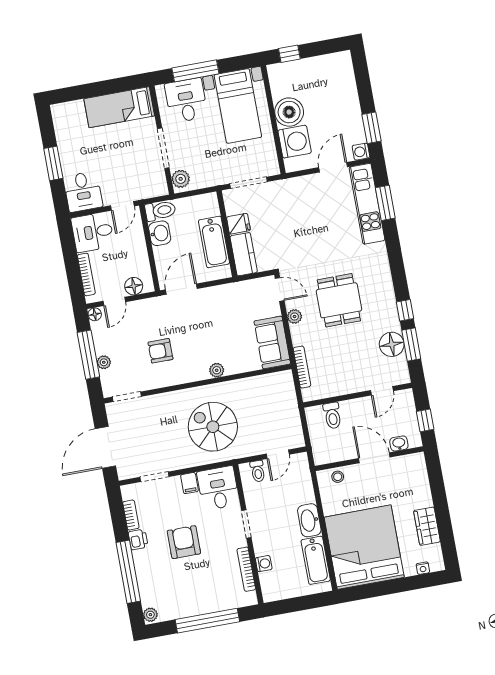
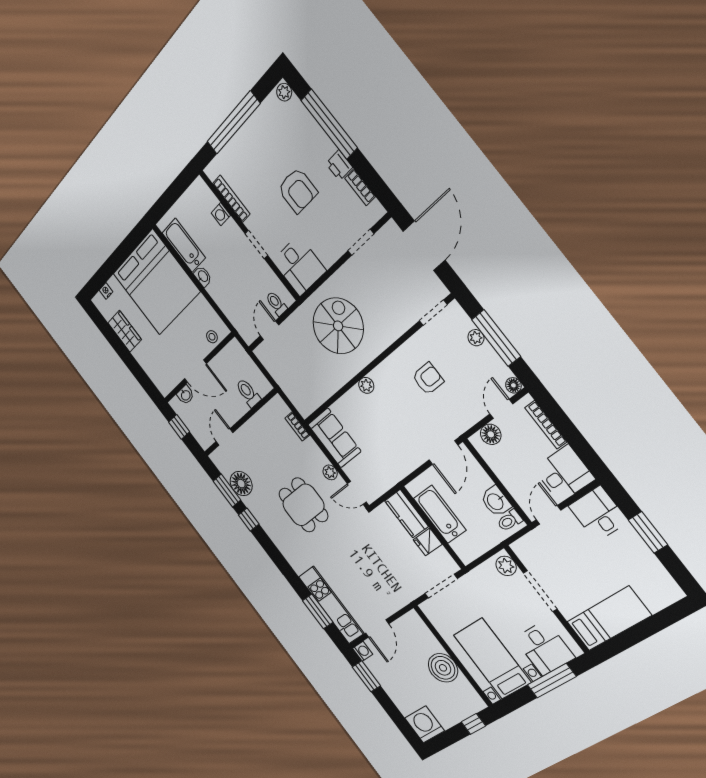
washing machine: (295, 142) -> (425, 724), moved, turned 90
toilet: (160, 211) -> (510, 521), width x0.73, depth x0.72
bookcase: (302, 367) -> (297, 426), width x0.64
spiral stairs: (213, 427) -> (338, 326), turned -90
filing cabinet: (189, 483) -> (326, 255), removed
washbasin: (309, 520) -> (203, 276), width x0.52, depth x0.69

